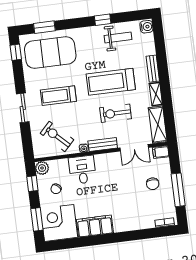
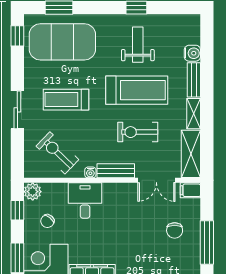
water cooler: (146, 27) -> (192, 53), moved
weight bench: (118, 37) -> (138, 45), moved, turned -90
treadmill: (111, 82) -> (137, 90), turned 180

